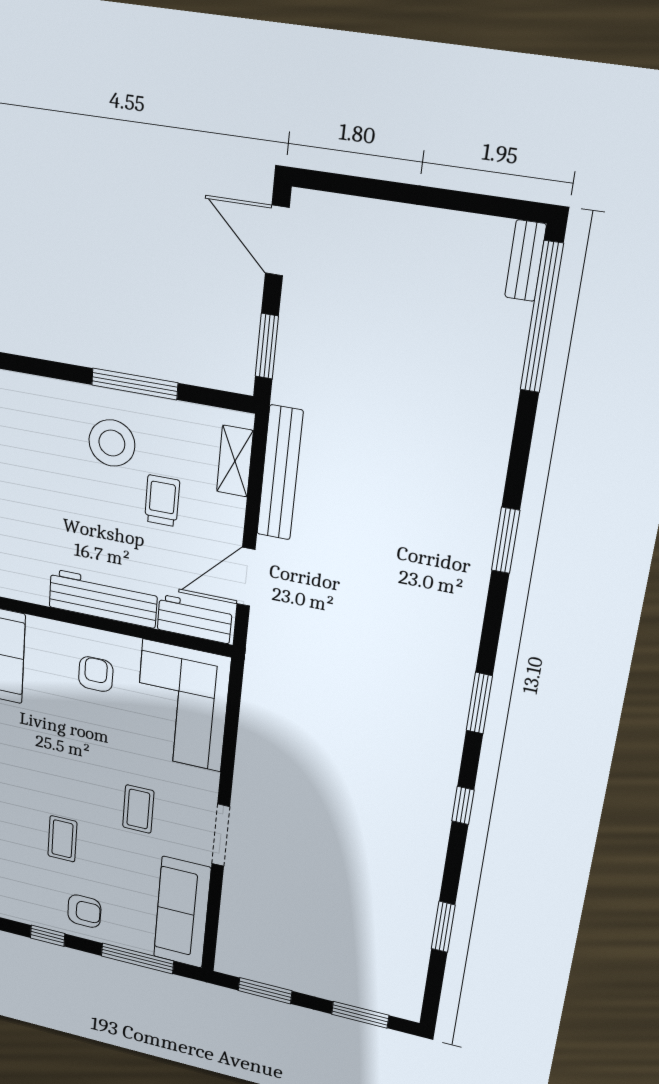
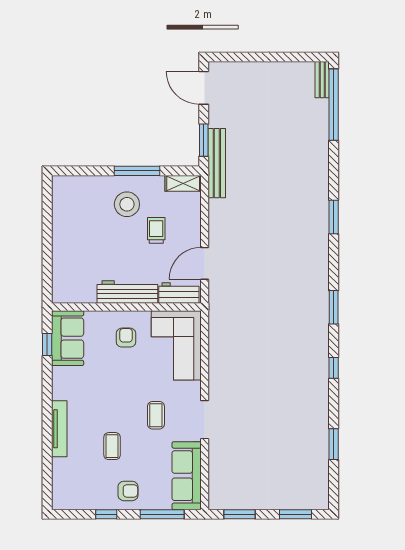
shelving: (235, 461) -> (183, 183), moved, turned 90
bench: (280, 473) -> (217, 163), moved

